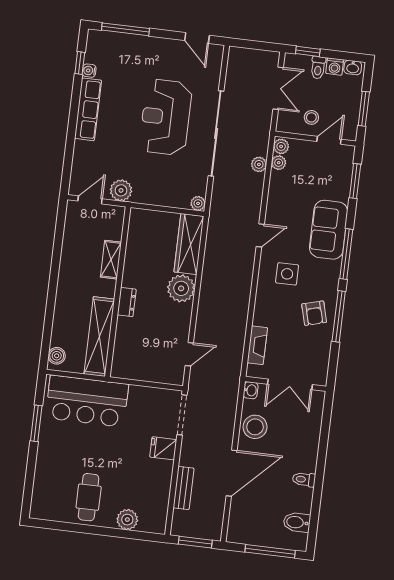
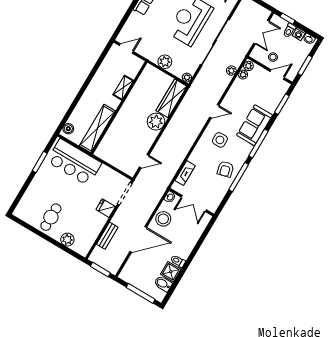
plant: (121, 190) -> (165, 62), moved
dresser: (127, 302) -> (122, 116), removed
shower: (300, 500) -> (171, 272), added

